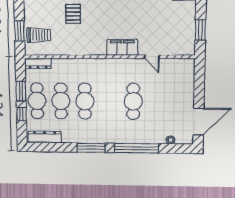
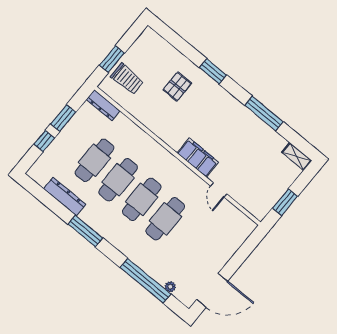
cafe table: (37, 101) -> (142, 199), moved
dresser: (45, 137) -> (65, 197), moved
window: (136, 148) -> (145, 281), moved

